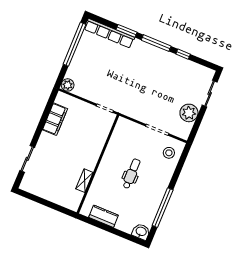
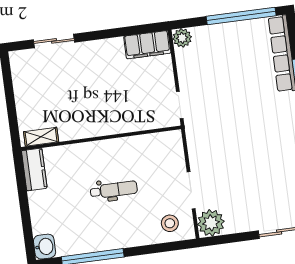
plant: (189, 113) -> (211, 223), moved
filing cabinet: (55, 119) -> (147, 45), moved
shelving: (84, 181) -> (41, 137), moved
kitchen counter: (103, 216) -> (34, 169), moved

